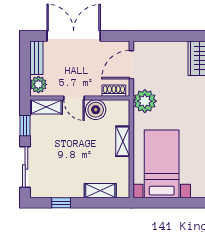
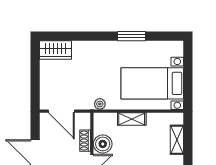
shoe rack: (114, 91) -> (85, 141), moved
plant: (145, 101) -> (100, 104), width x0.53, depth x0.53

